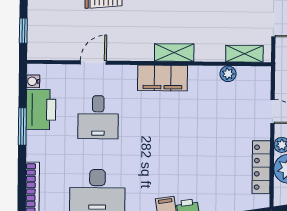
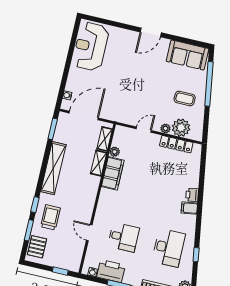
shelving: (174, 53) -> (99, 163), moved
filing cabinet: (163, 78) -> (113, 173), moved

